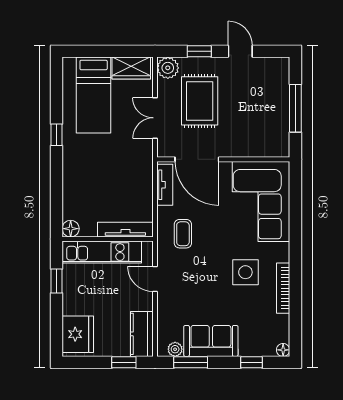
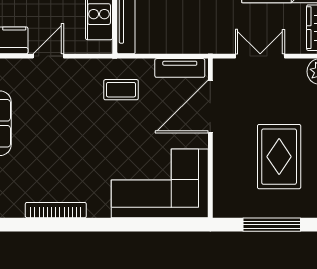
rug: (200, 101) -> (279, 157), moved, turned 90
side table: (245, 272) -> (75, 165), removed
door: (155, 279) -> (48, 56), moved

